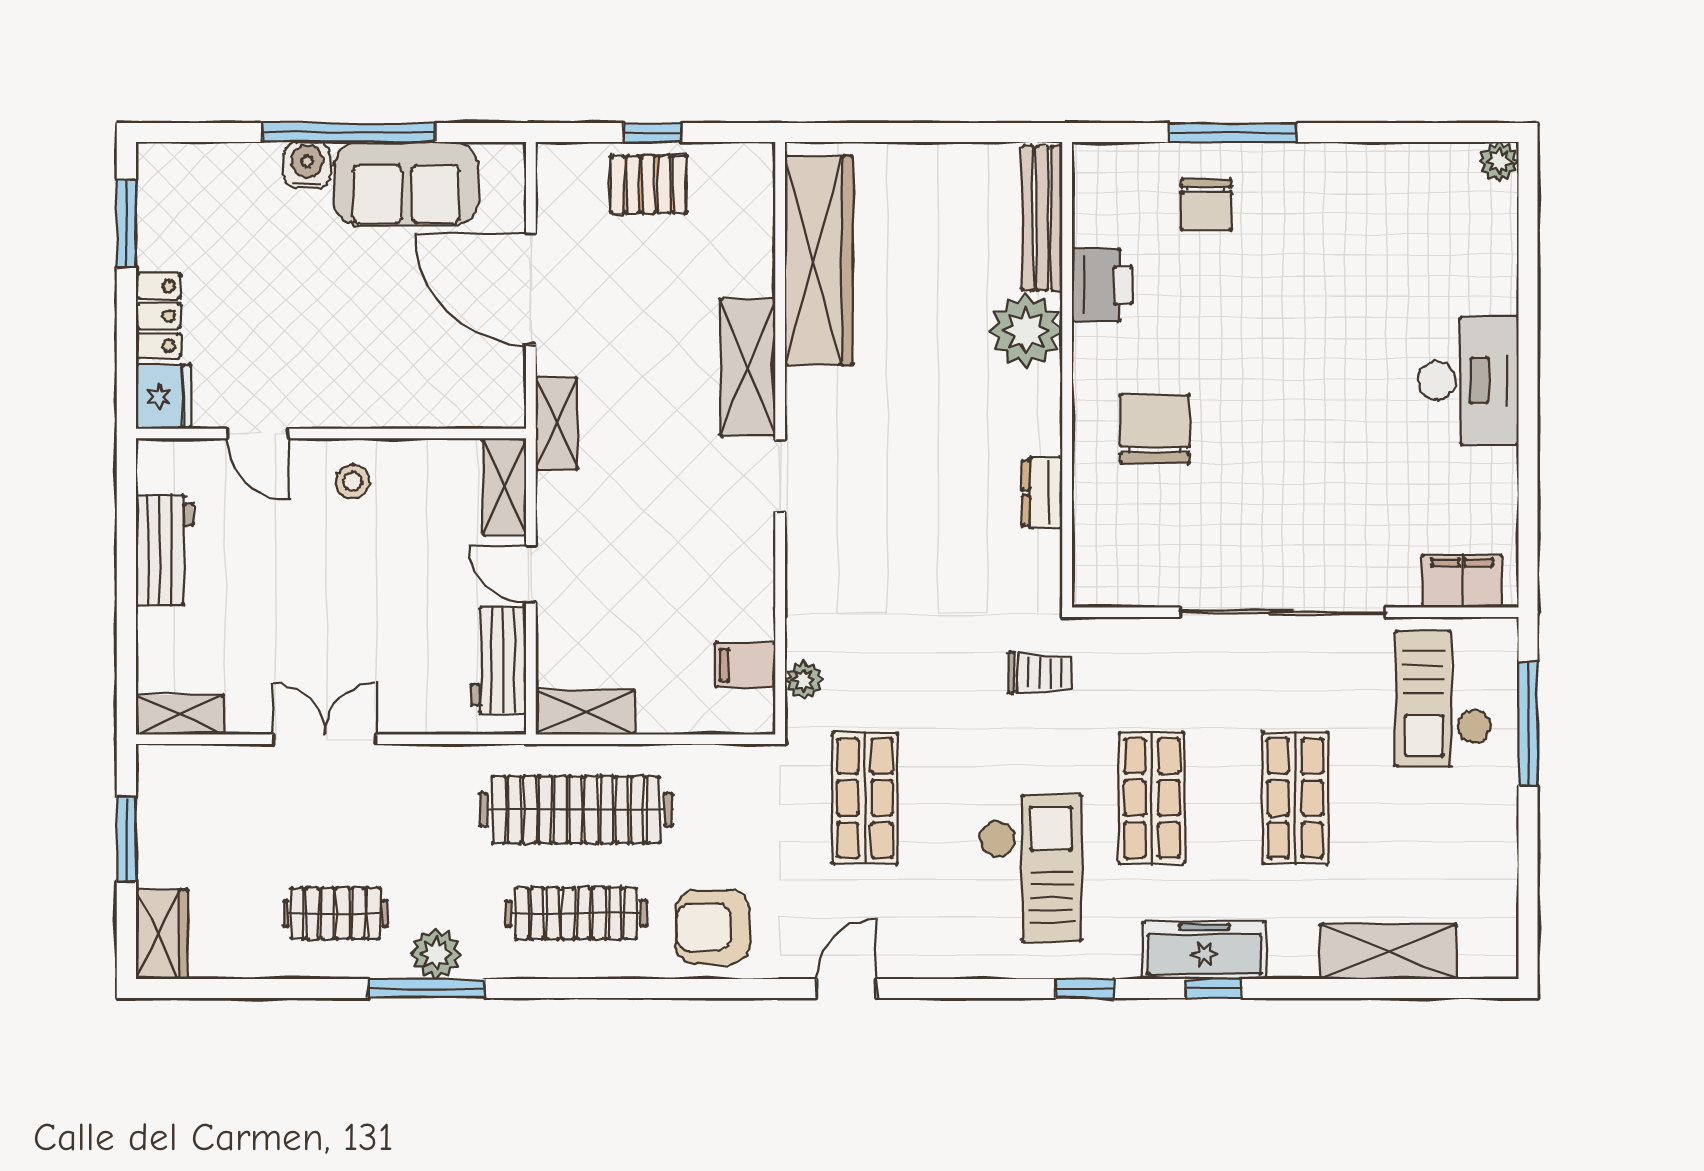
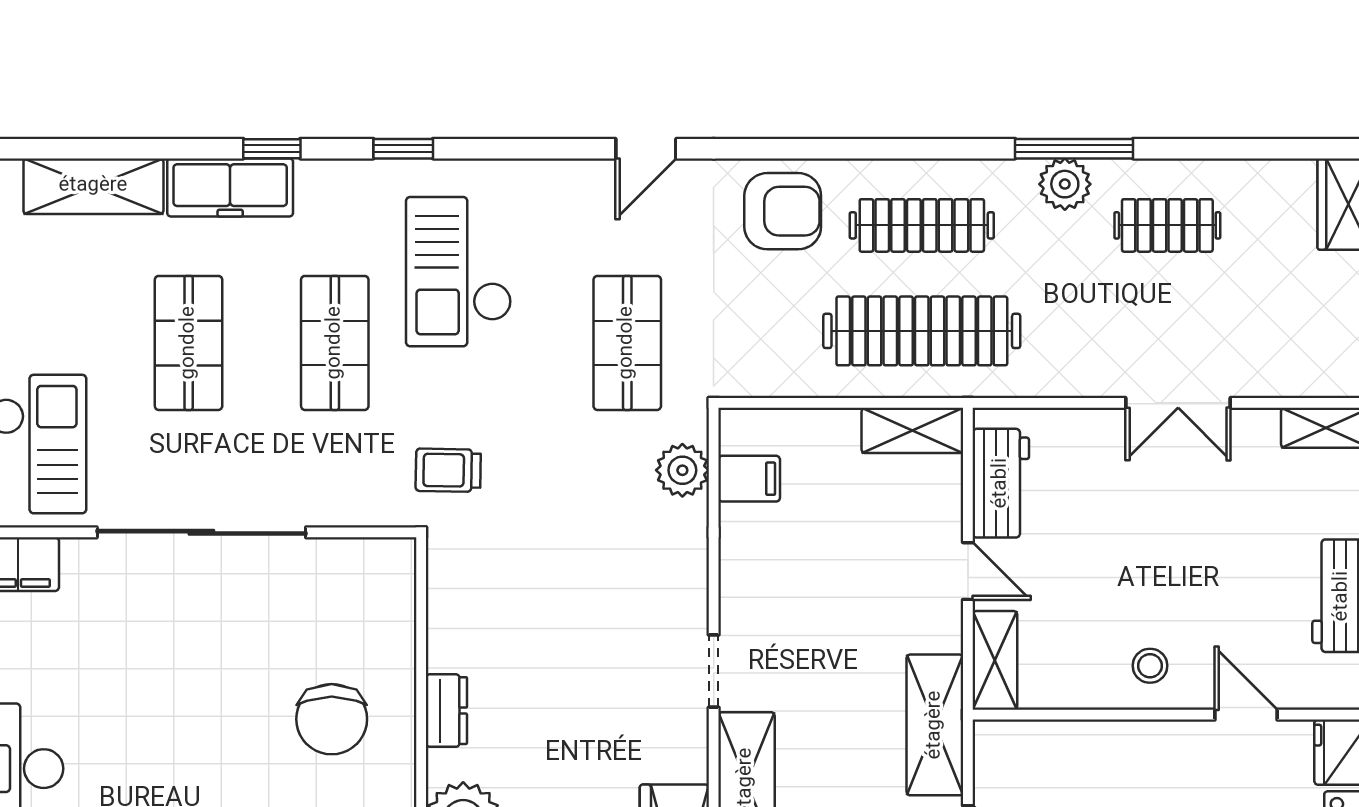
shelving: (556, 423) -> (935, 725), width x1.50, depth x1.33
dresser: (1042, 493) -> (446, 711), moved
plant: (804, 680) -> (682, 470), width x1.38, depth x1.38
freezer: (1204, 950) -> (230, 187), moved

